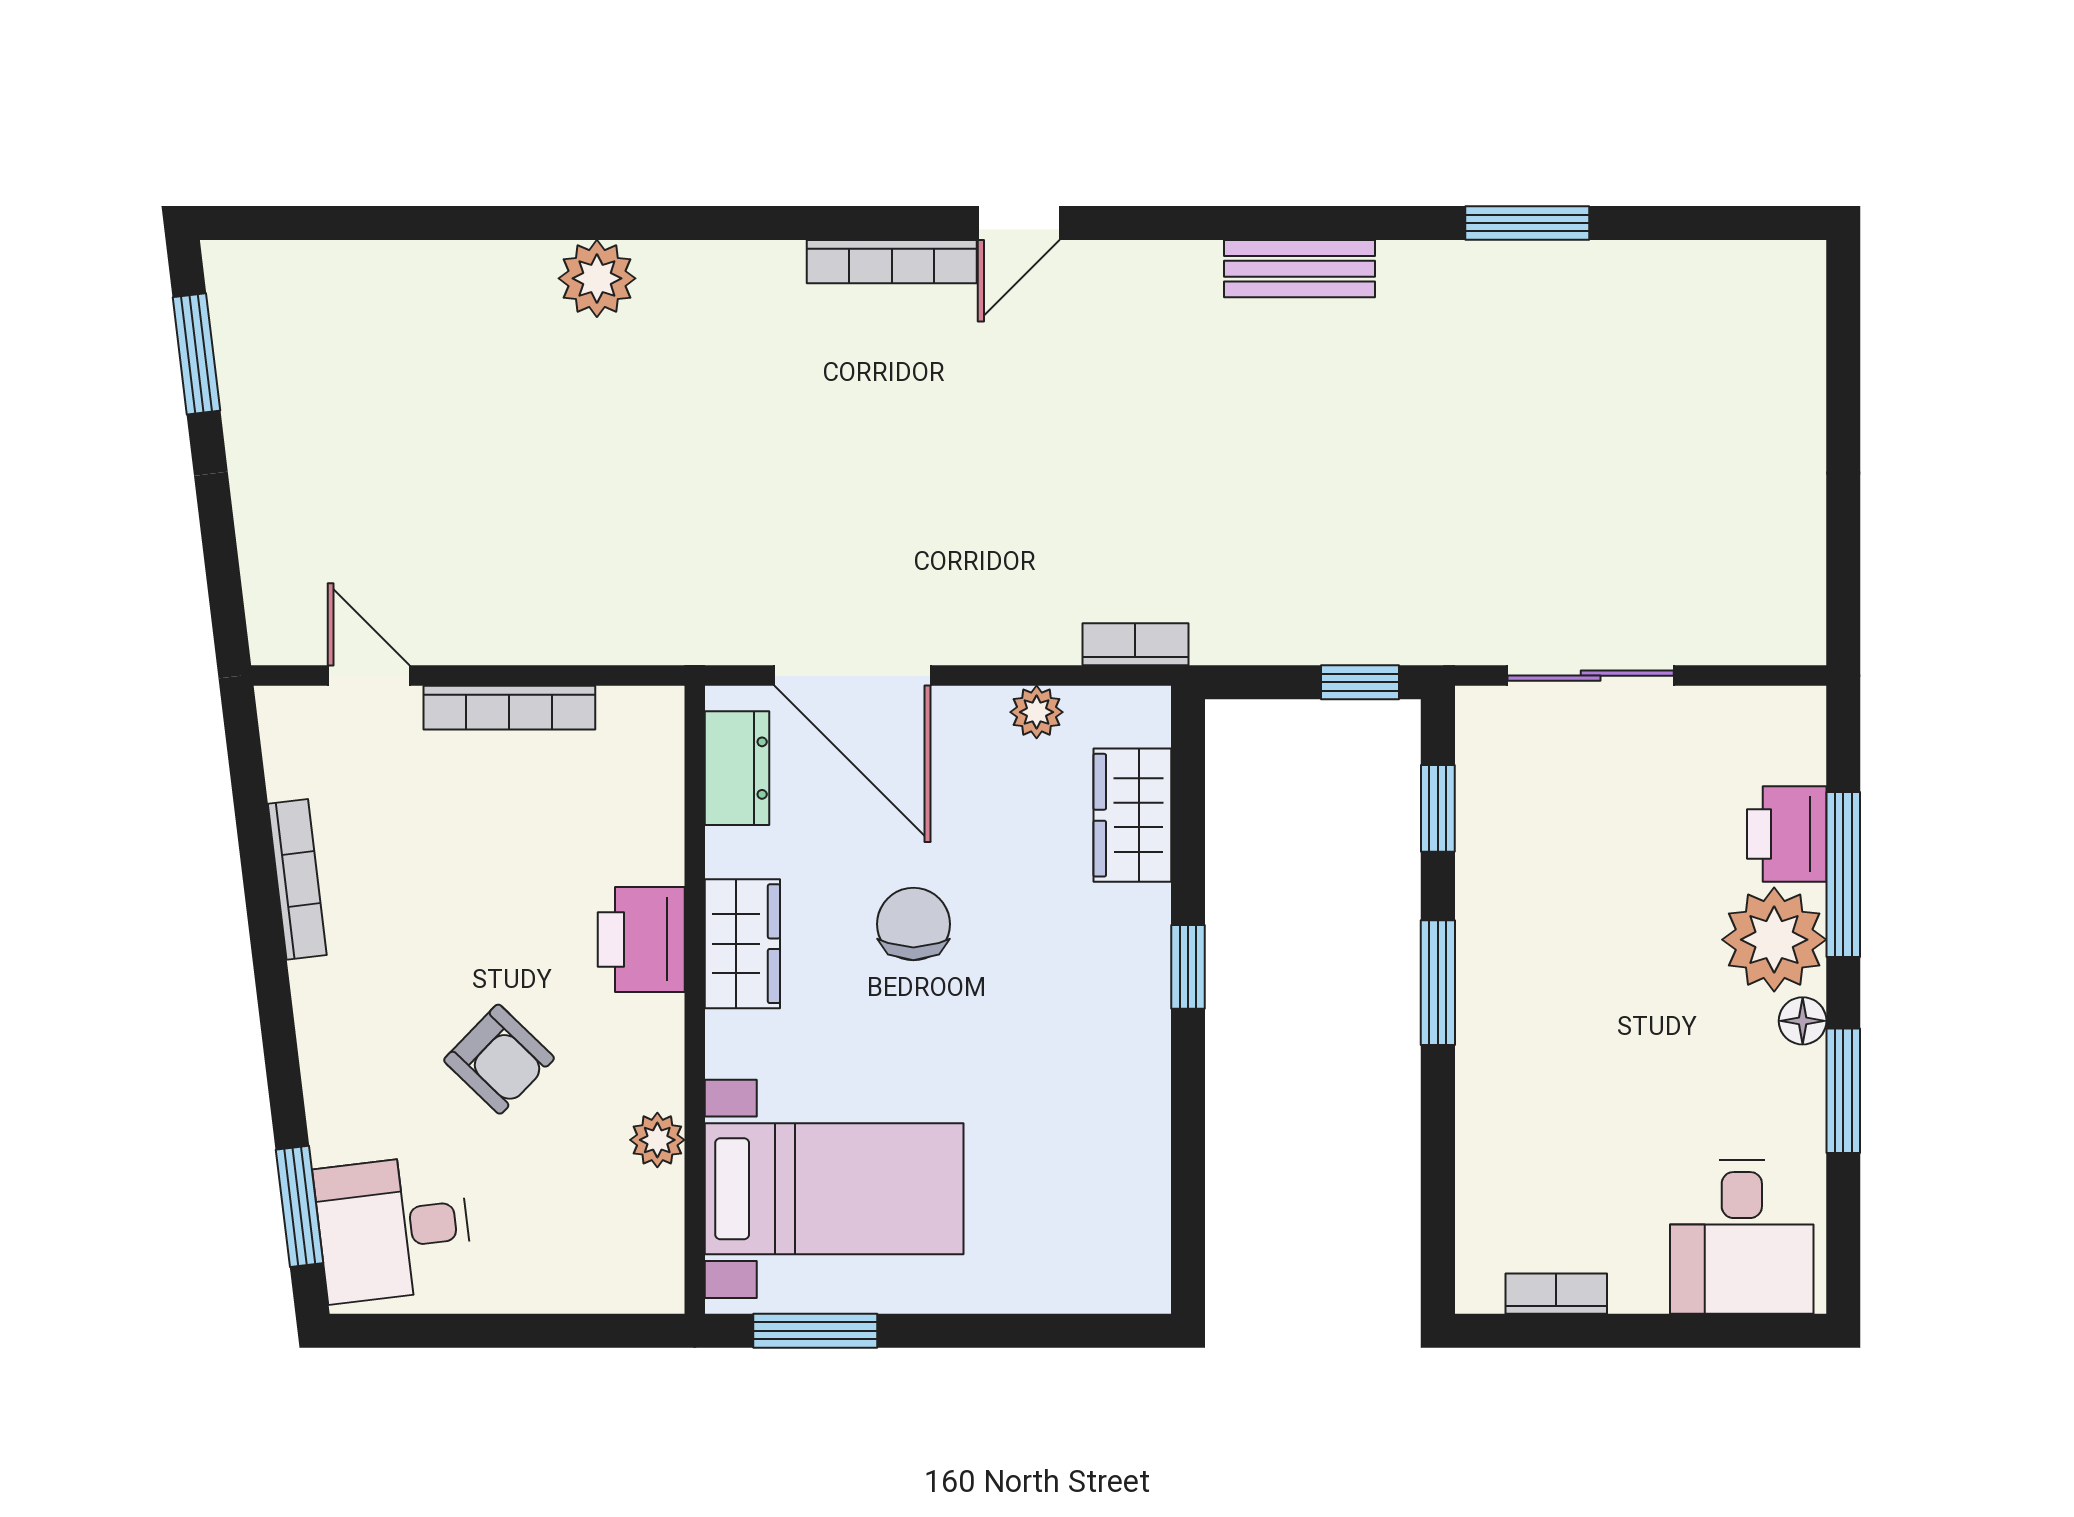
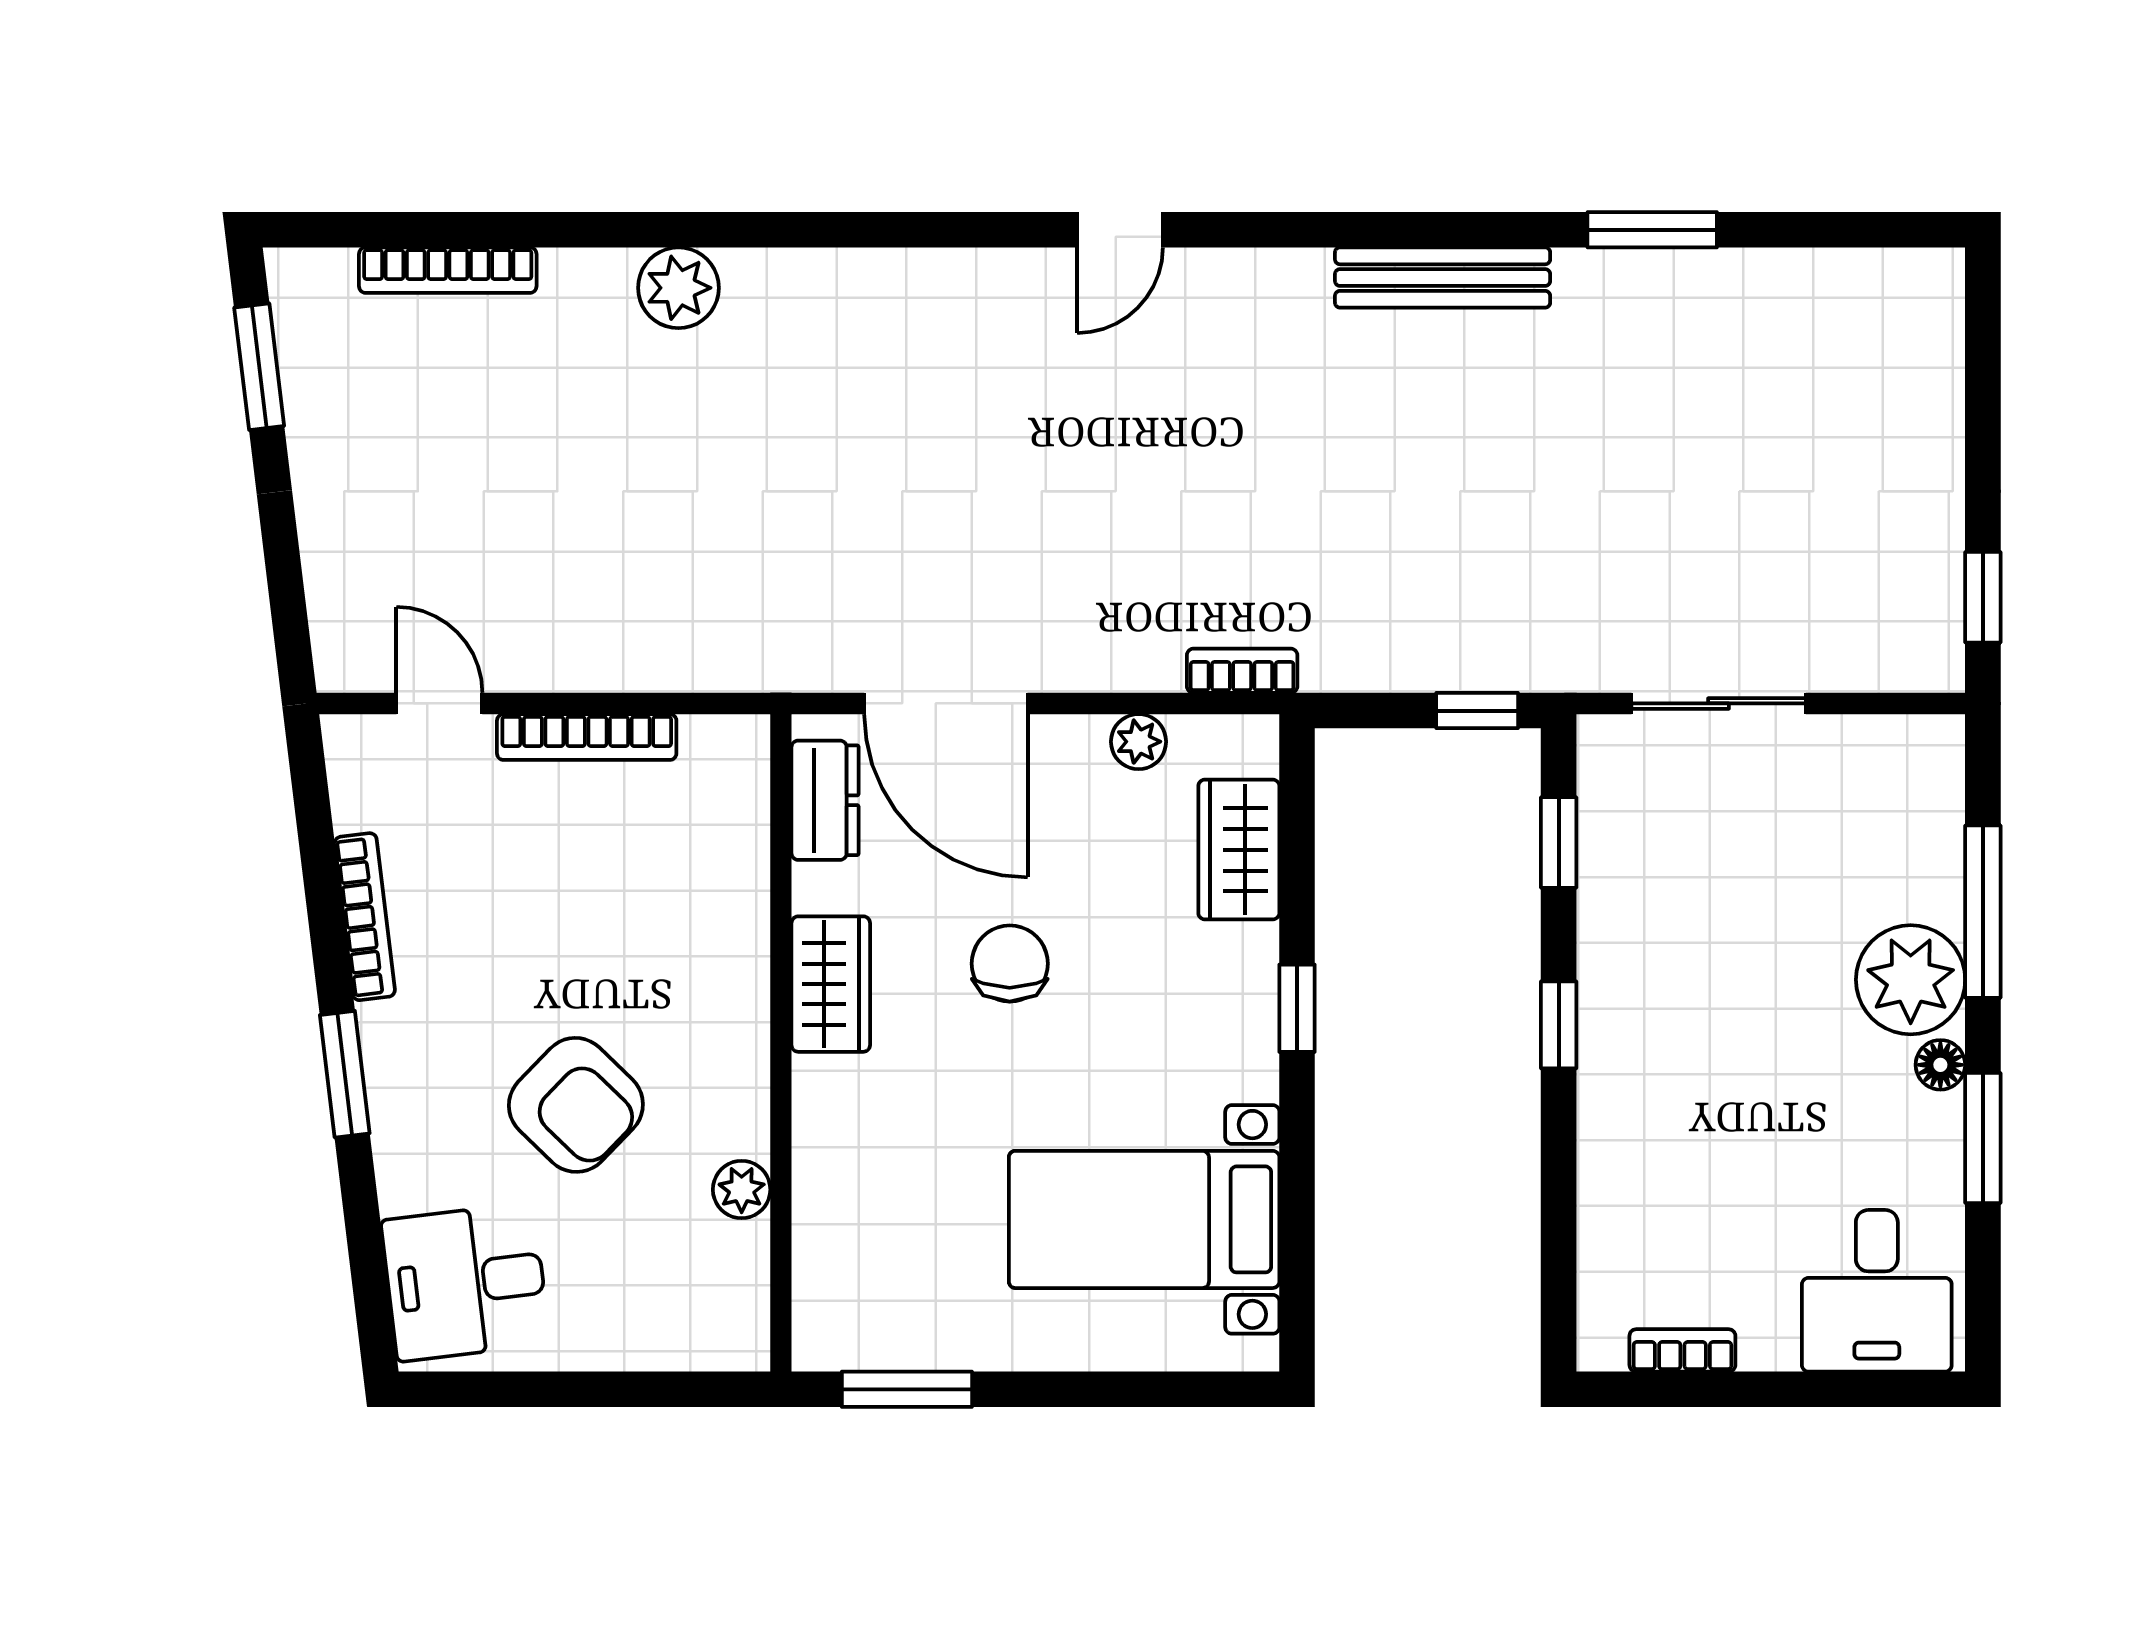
bookcase: (892, 262) -> (448, 270), moved
bench: (1300, 269) -> (1443, 278), width x1.36
window: (1843, 574) -> (1983, 597), added
printer: (1787, 834) -> (1924, 869), removed
printer: (641, 939) -> (725, 980), removed
window: (1438, 983) -> (1559, 1025), width x0.67
armchair: (499, 1059) -> (576, 1105), width x1.38, depth x1.38
bed with nightstands: (834, 1189) -> (1144, 1219), moved, turned 180
window: (300, 1206) -> (345, 1074), moved

